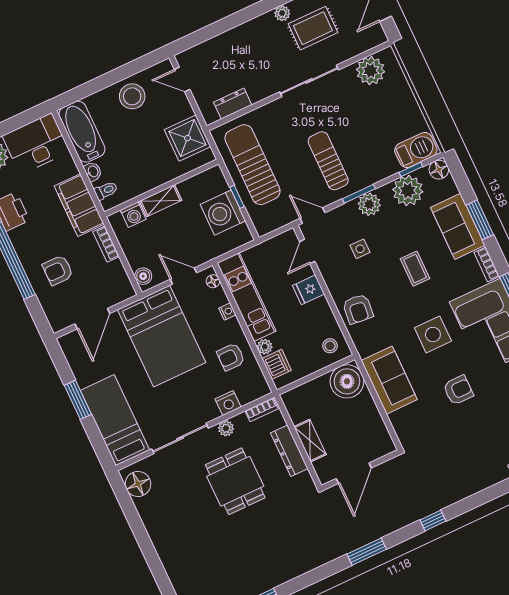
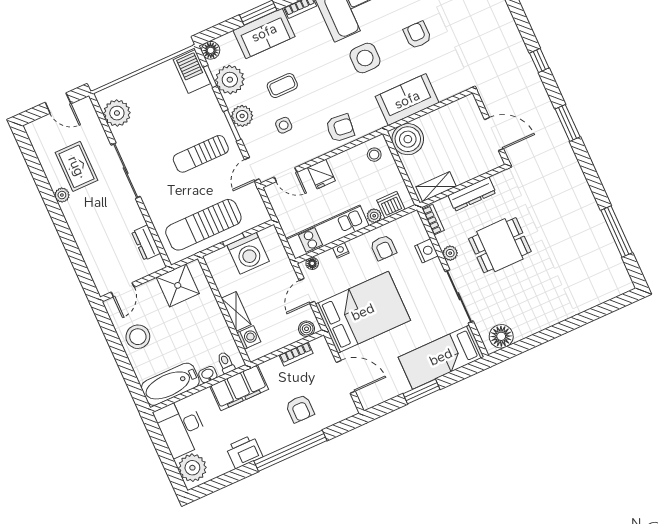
bookcase: (106, 244) -> (296, 354), moved
coffee table: (415, 269) -> (282, 86), moved
shelving: (310, 441) -> (436, 187), moved

